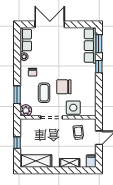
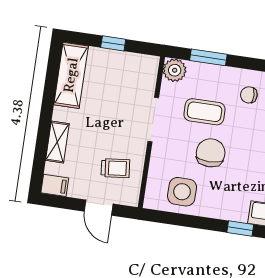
side table: (73, 108) -> (182, 192), moved

